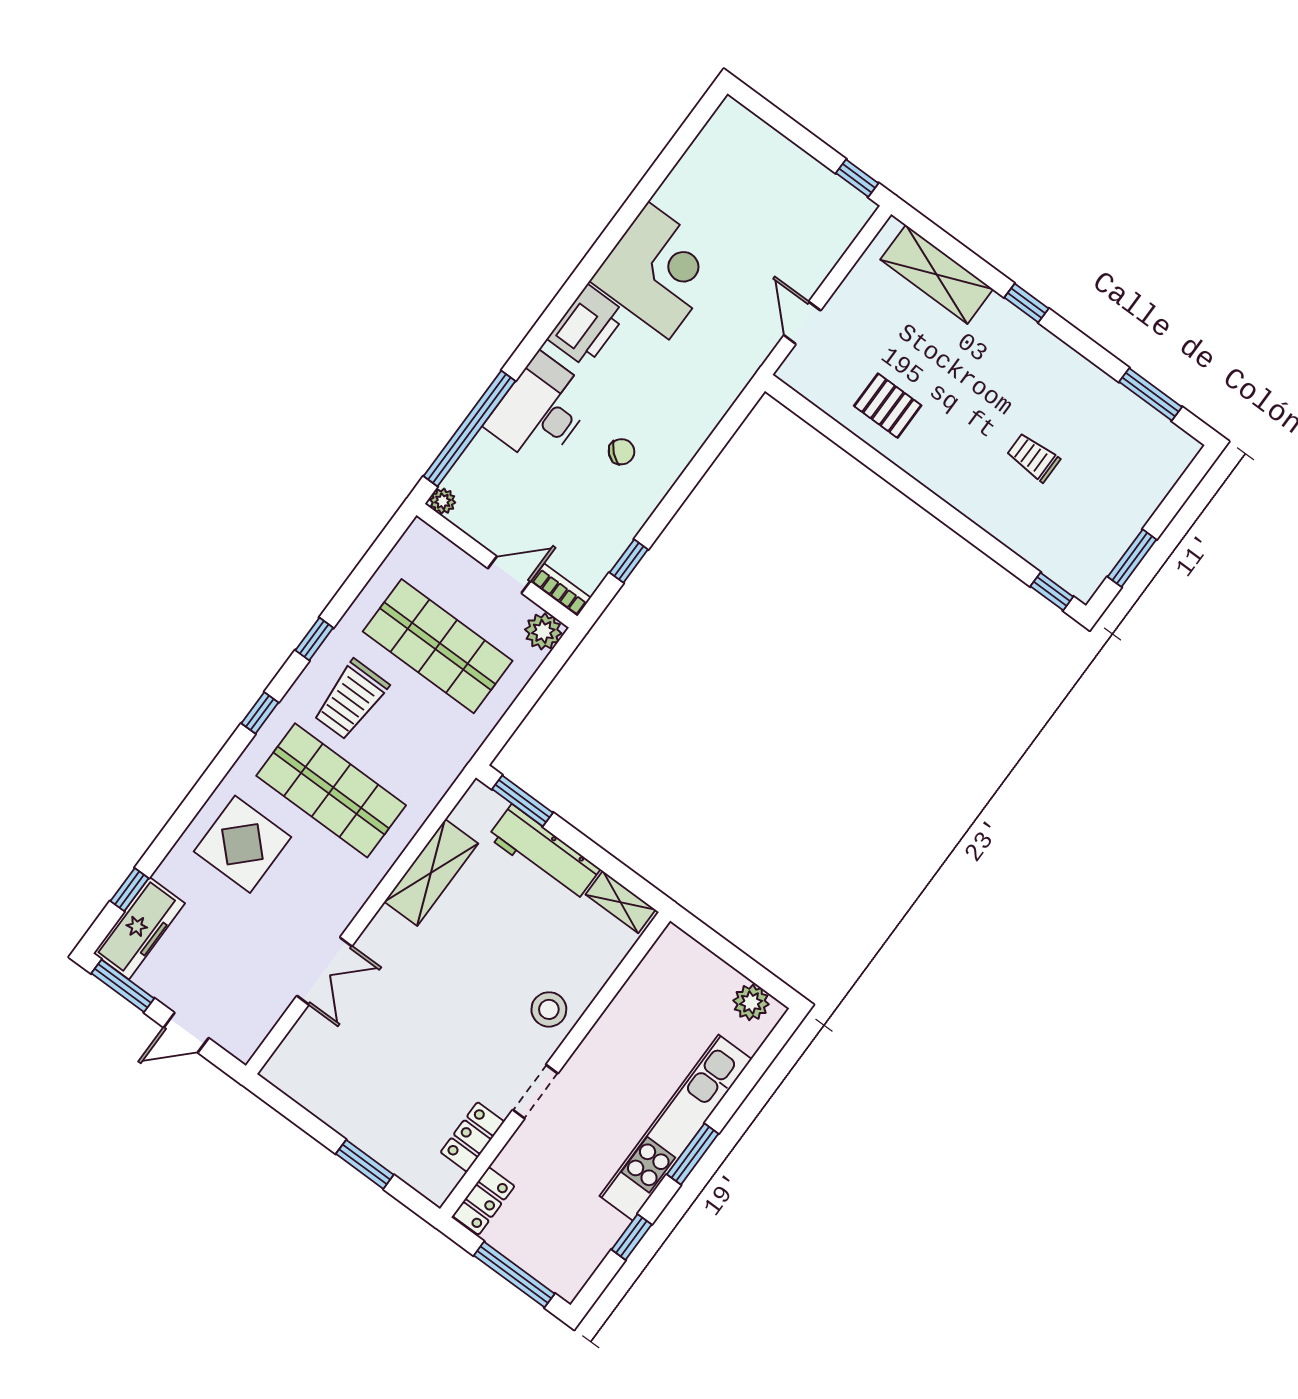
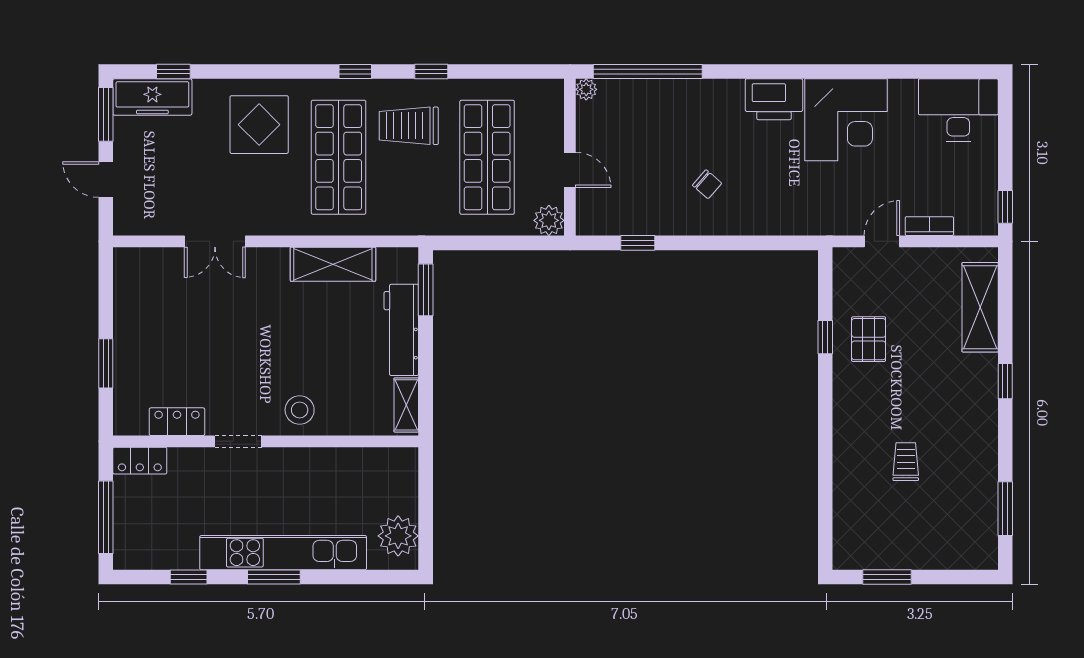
desk: (541, 410) -> (958, 110), moved
bookcase: (561, 590) -> (929, 226), moved, turned -90
window: (1052, 592) -> (825, 337), moved
plant: (751, 1002) -> (398, 536), width x1.36, depth x1.36

